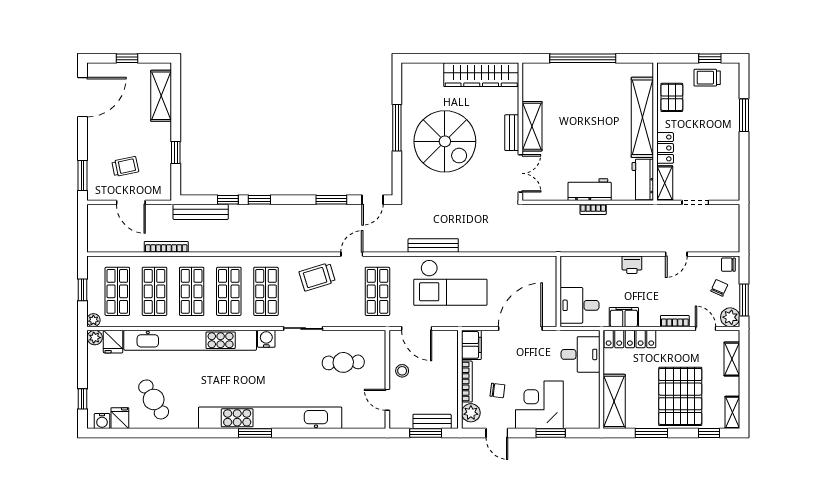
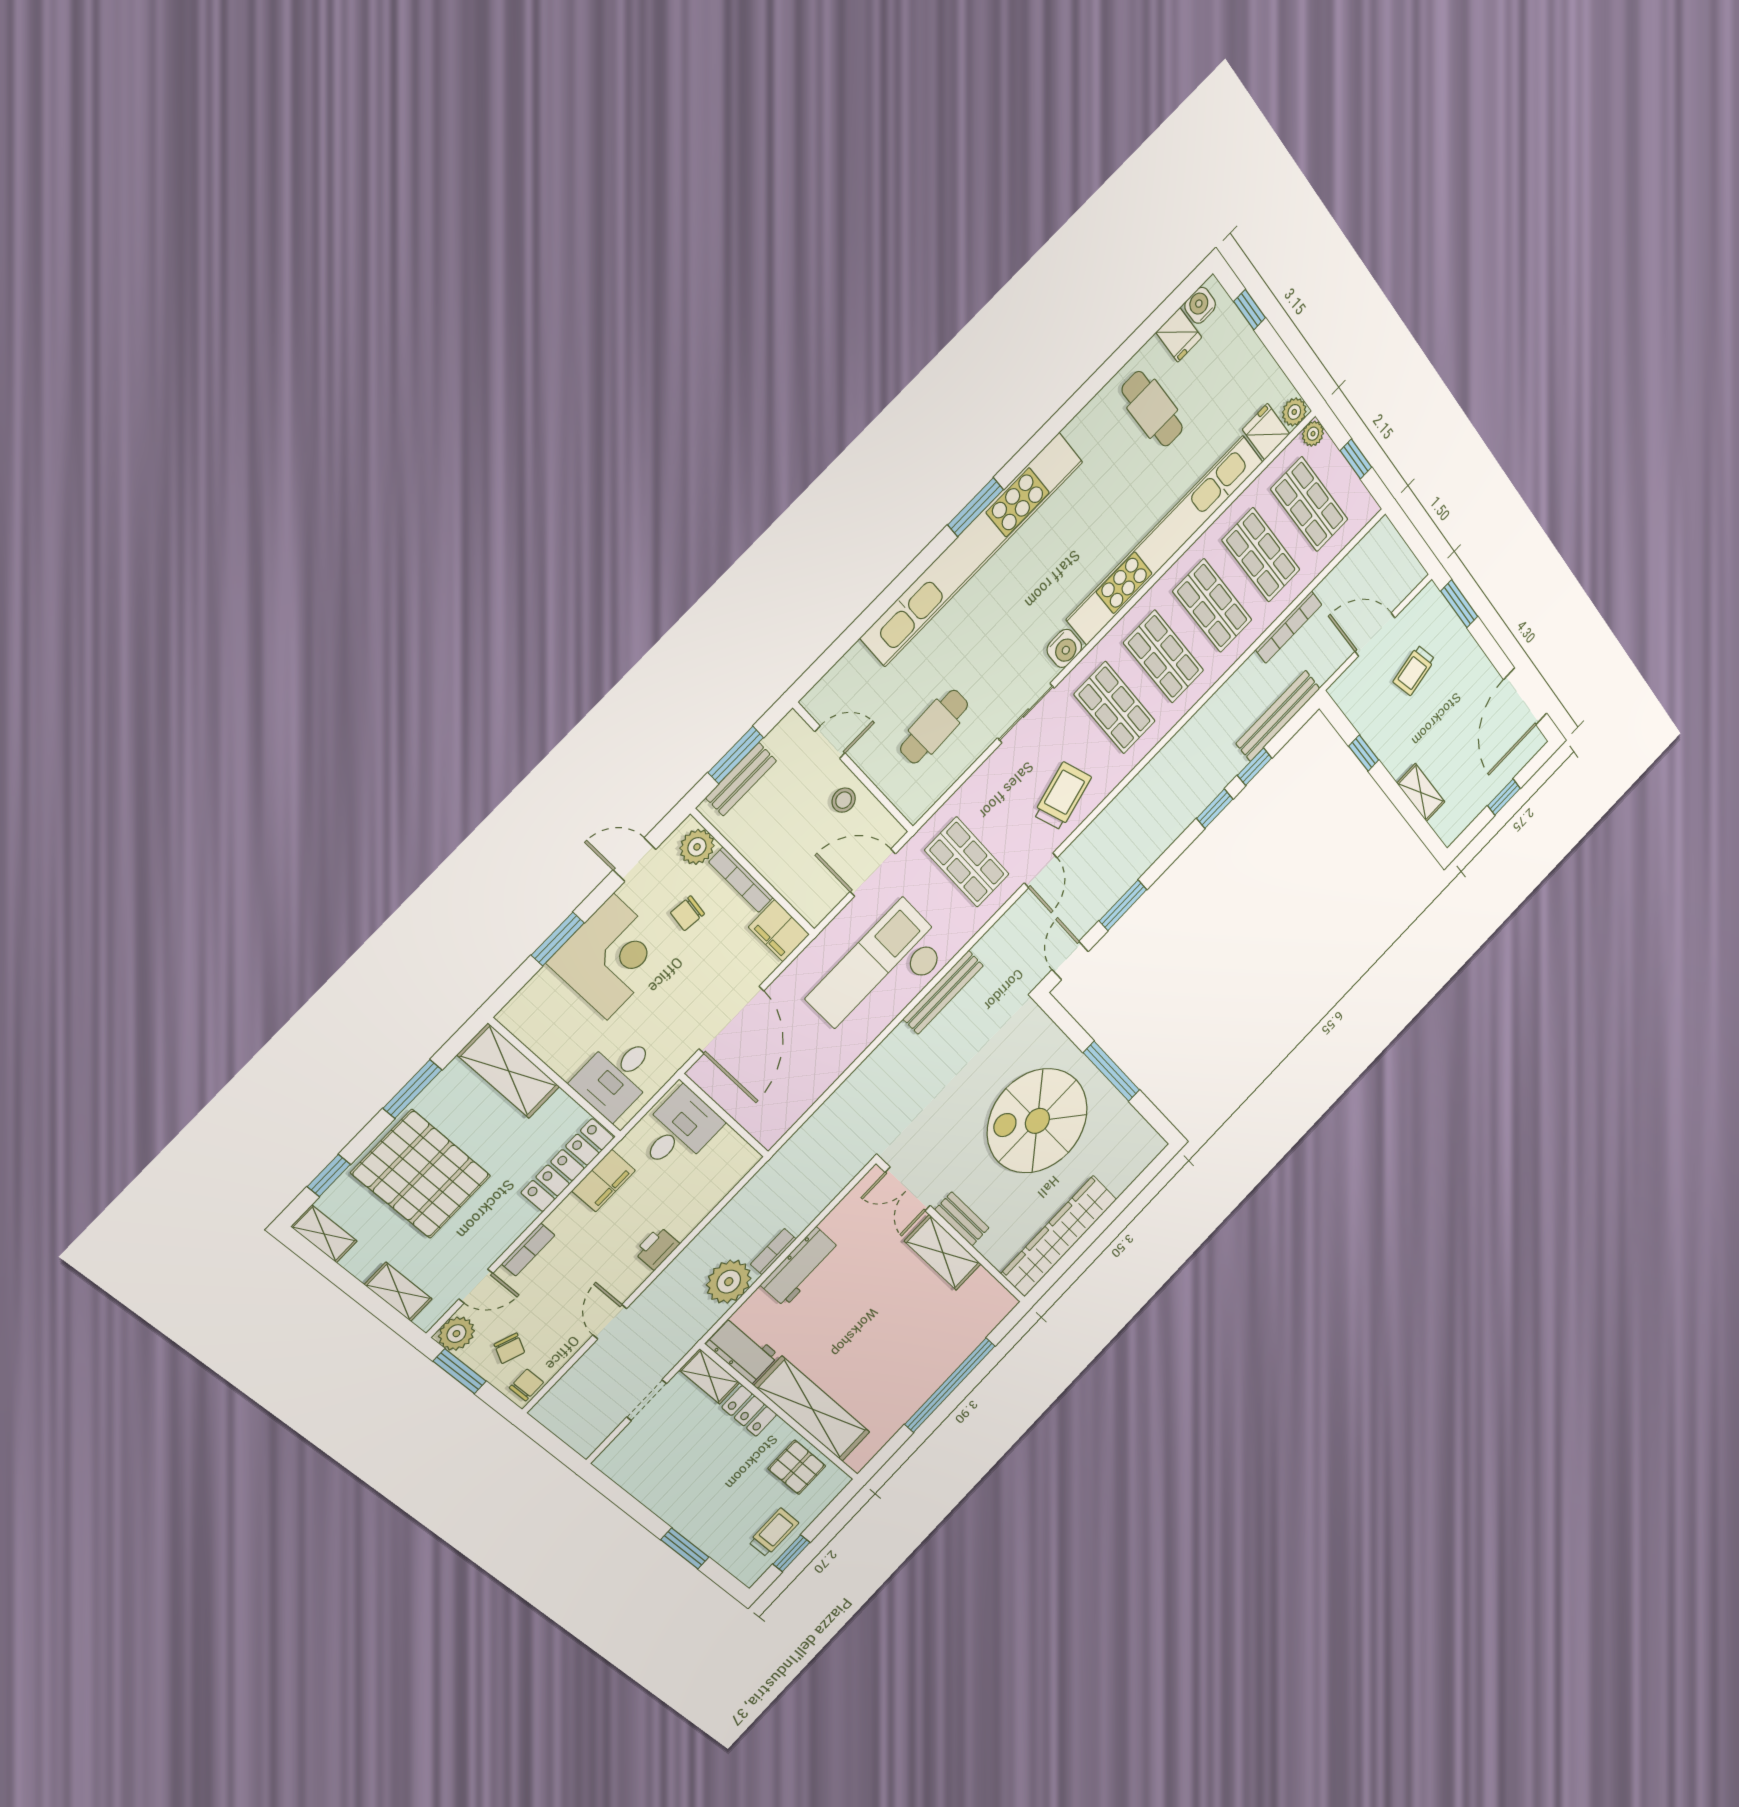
shelving: (161, 96) -> (1421, 793), width x0.67, depth x0.75
plant: (620, 217) -> (729, 1282), added
cafe table: (154, 399) -> (1152, 409), turned 31

